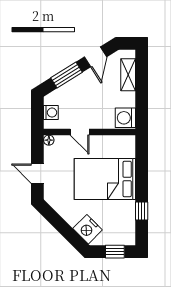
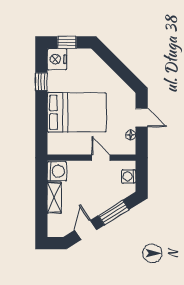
shelving: (128, 75) -> (54, 198), moved
floor lamp: (49, 140) -> (131, 135), moved
nightstand: (88, 229) -> (57, 59), moved, turned -135

